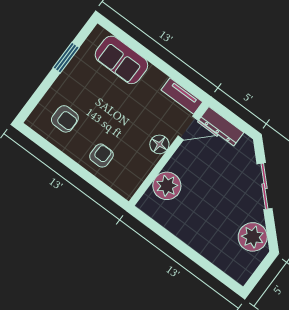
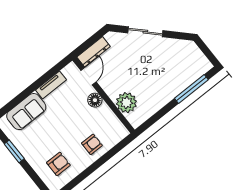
tv unit: (182, 96) -> (51, 85), moved
armchair: (101, 156) -> (92, 144), turned 90
plant: (253, 237) -> (180, 50), removed
window: (206, 265) -> (191, 89), added

